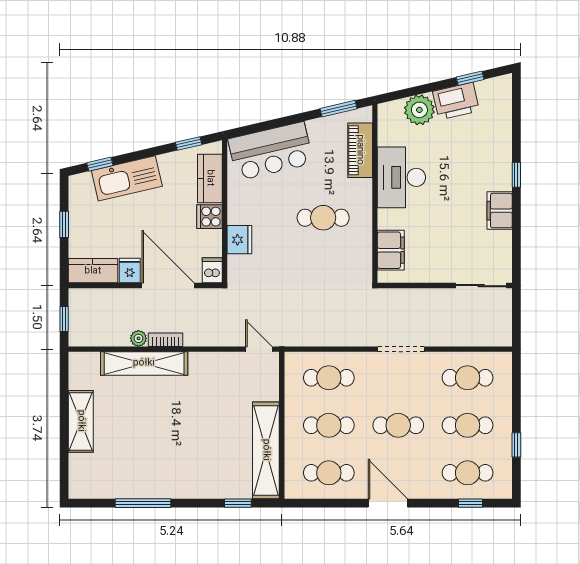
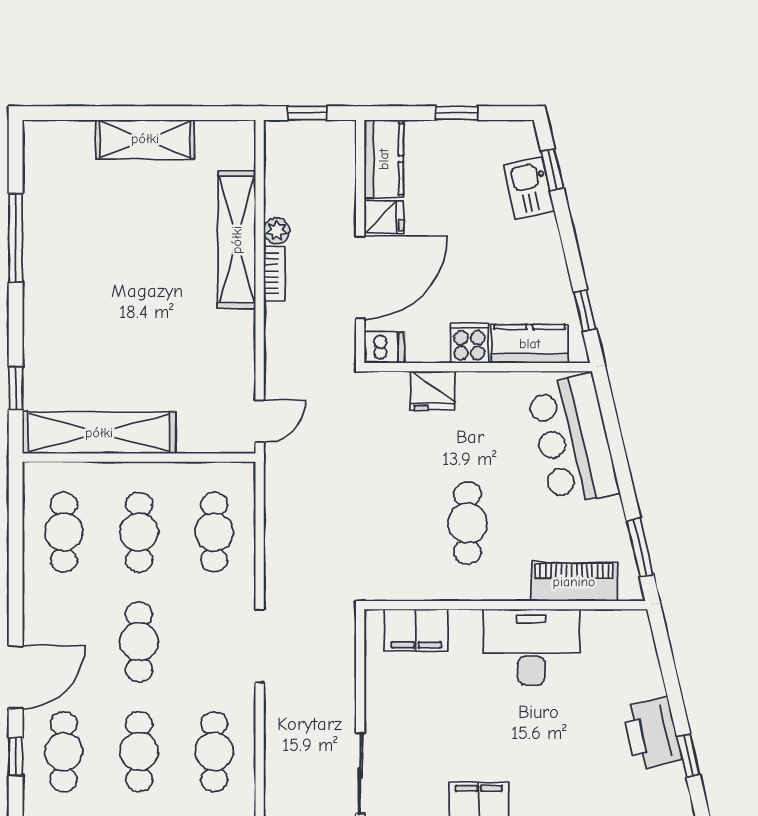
plant: (419, 110) -> (638, 675), removed
kitchen sink: (127, 178) -> (529, 188), width x0.53, depth x0.81
door: (388, 503) -> (16, 677), moved

